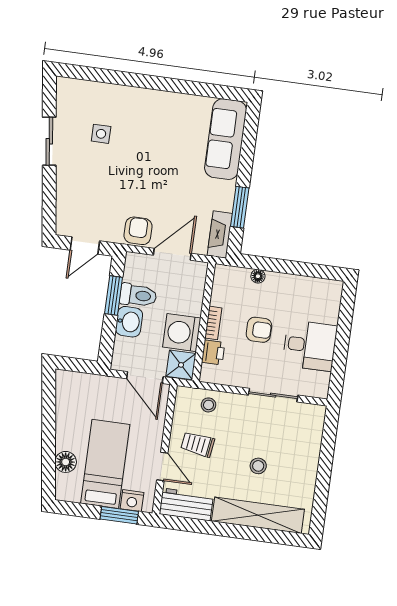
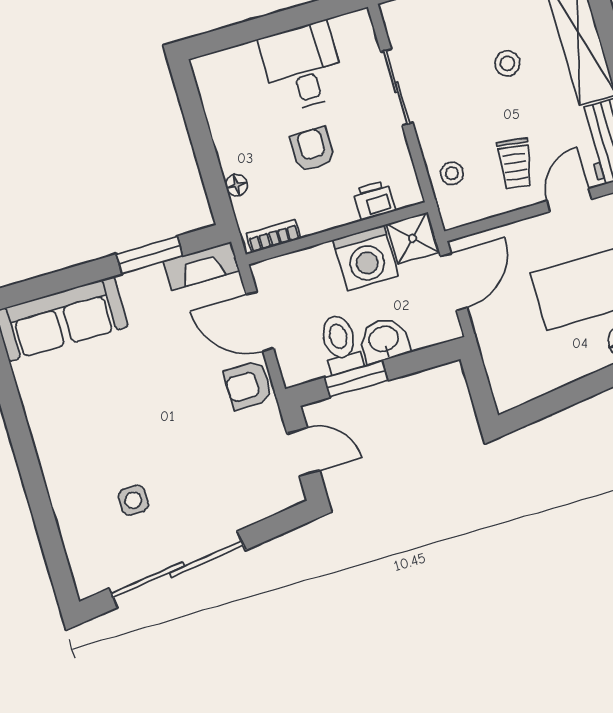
sliding door: (49, 141) -> (177, 569), width x1.86
bookcase: (213, 323) -> (274, 236), moved

